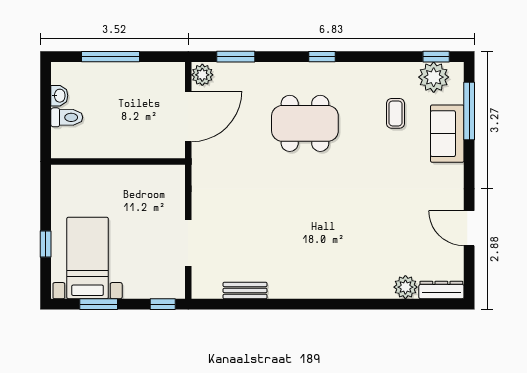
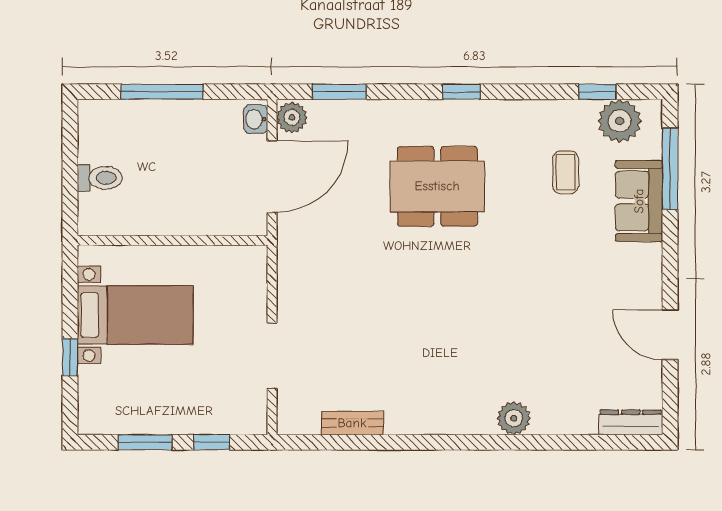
window: (436, 57) -> (597, 92), moved
washbasin: (59, 96) -> (256, 119), moved, turned 180
bed with nightstands: (88, 258) -> (135, 315), moved, turned 90
plant: (405, 287) -> (514, 418), moved
window: (163, 304) -> (211, 442), moved

